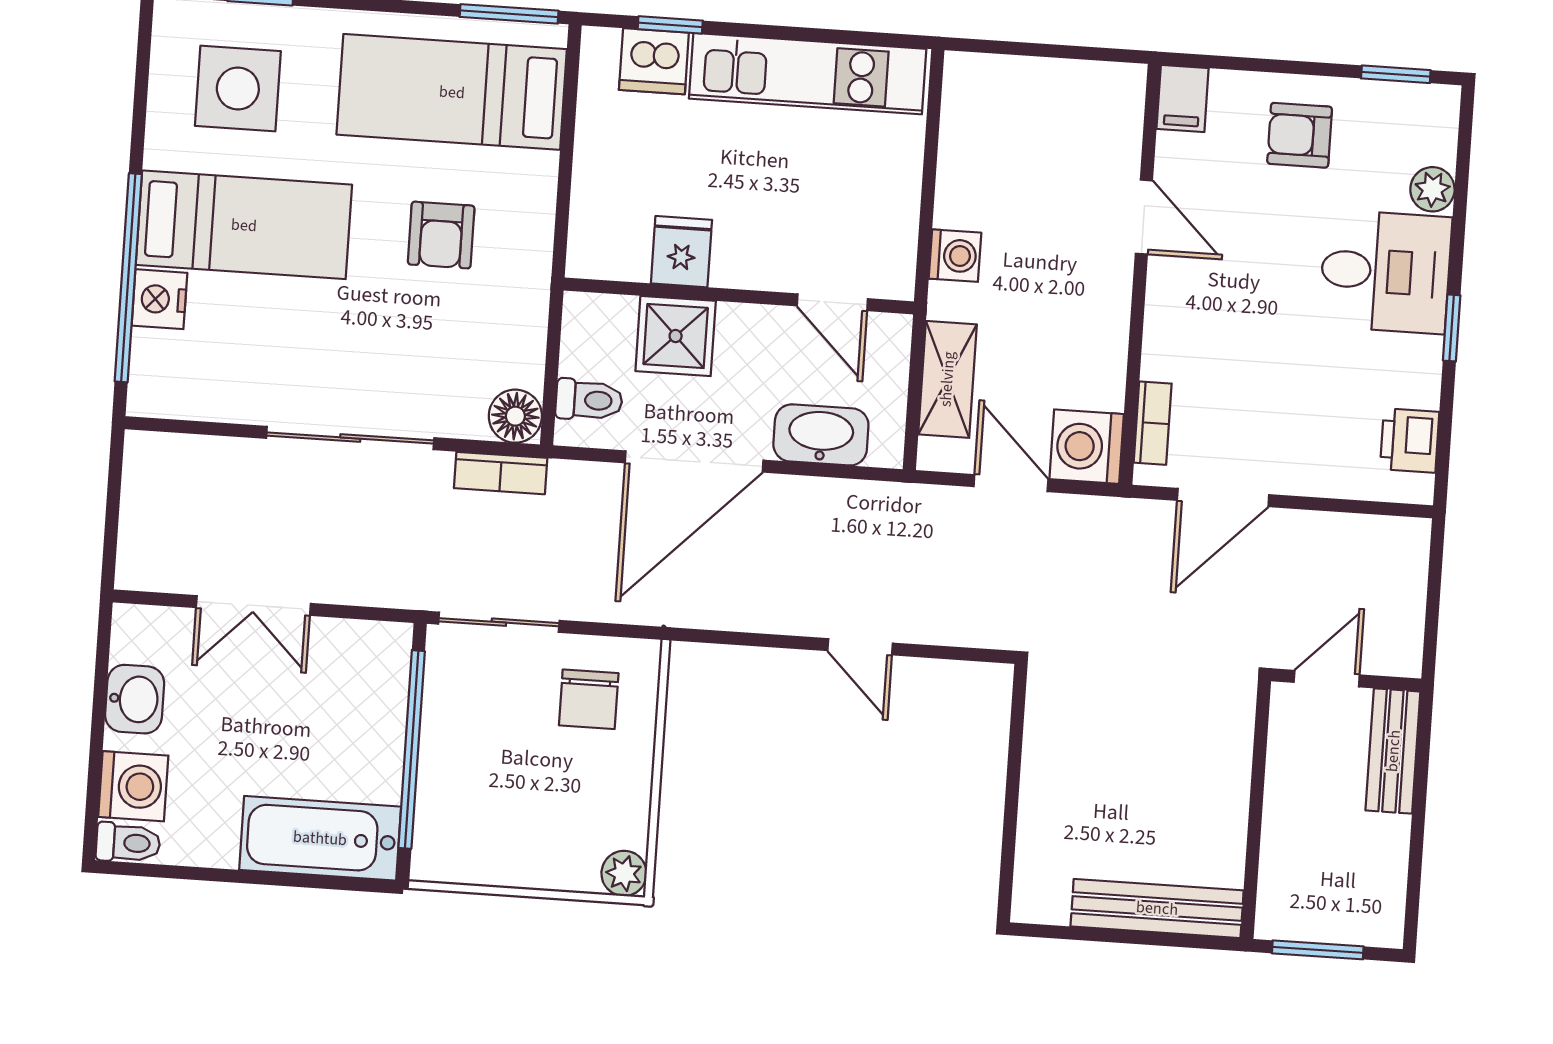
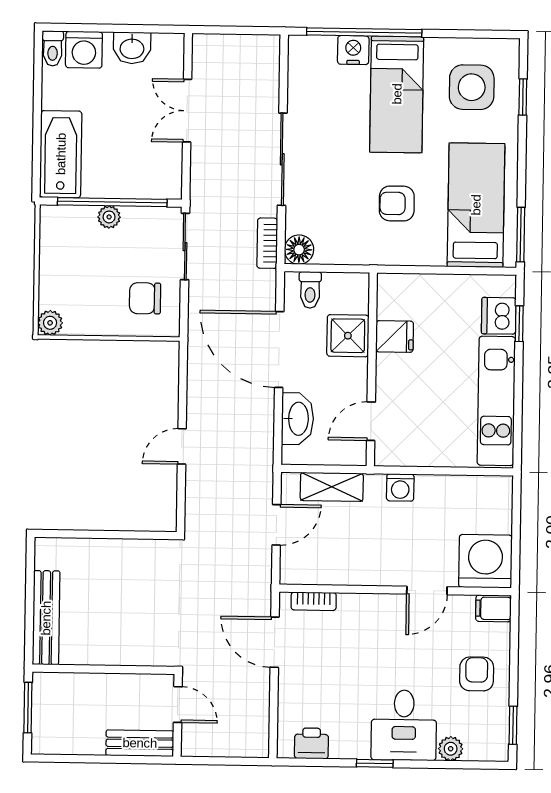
washing machine: (1087, 447) -> (485, 561), moved, width x1.37, depth x1.37
plant: (438, 757) -> (109, 217), added

